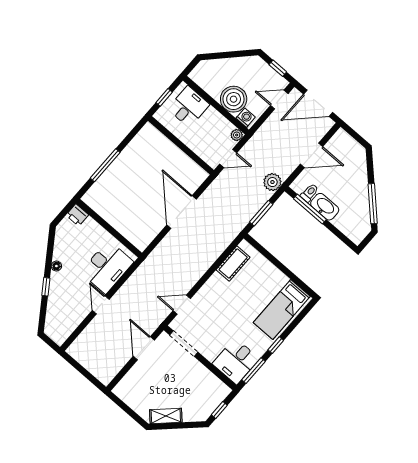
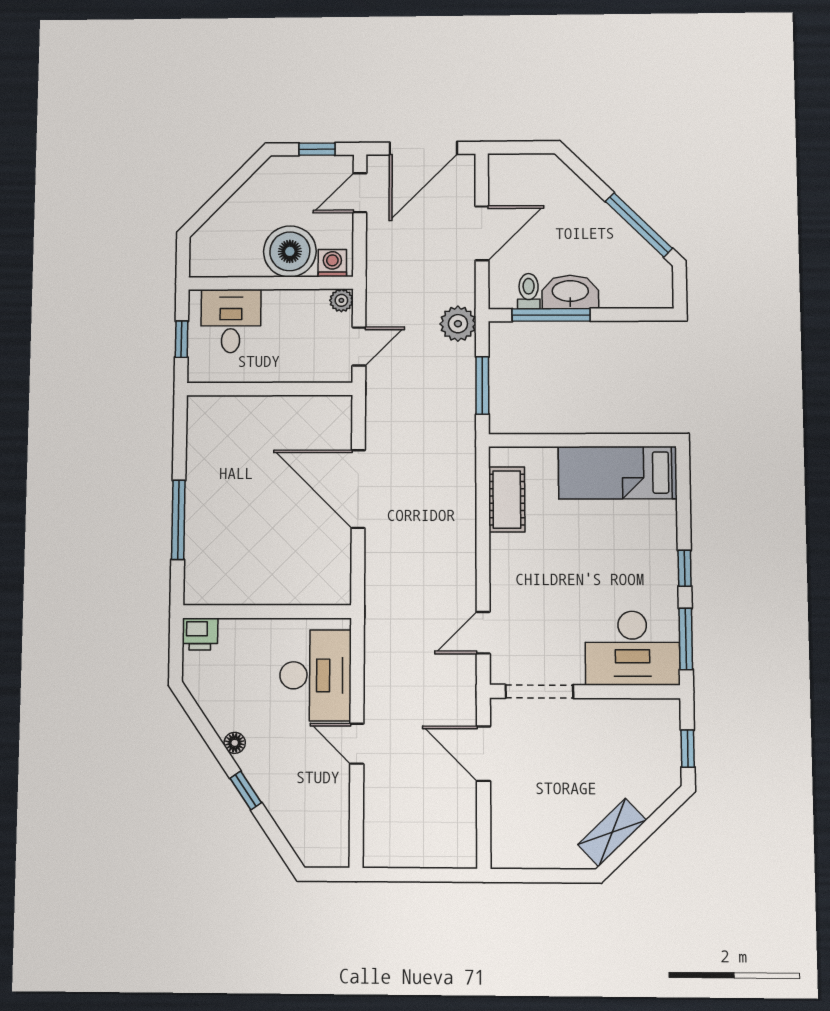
bed: (282, 309) -> (618, 473), moved, turned 90
desk: (236, 361) -> (632, 648), width x1.37

